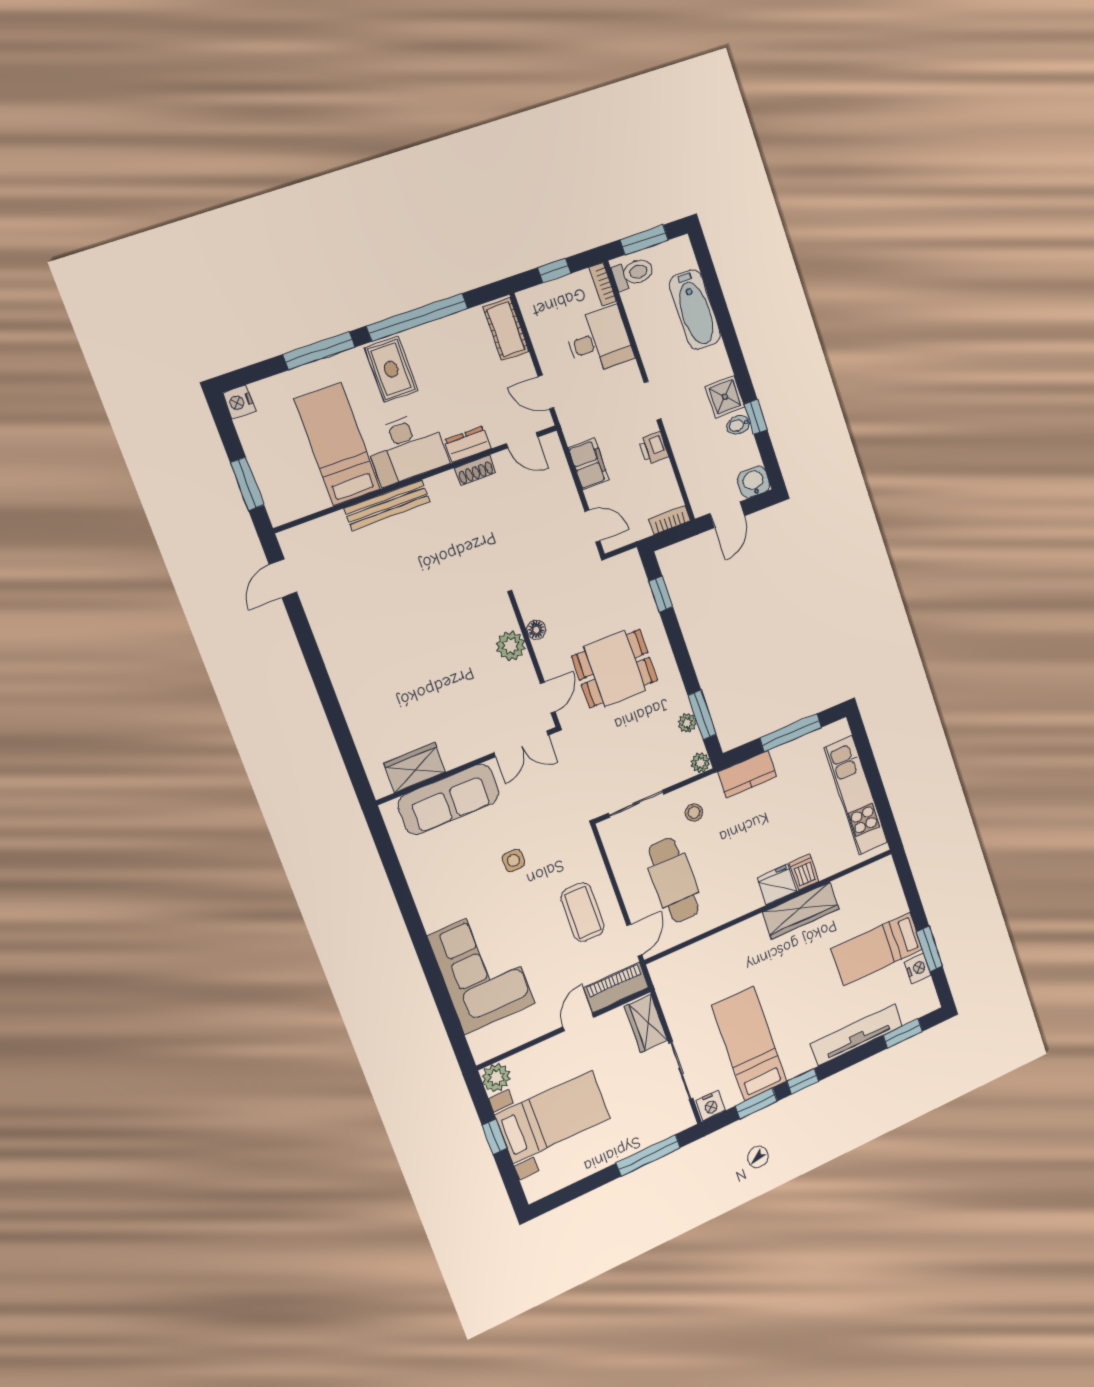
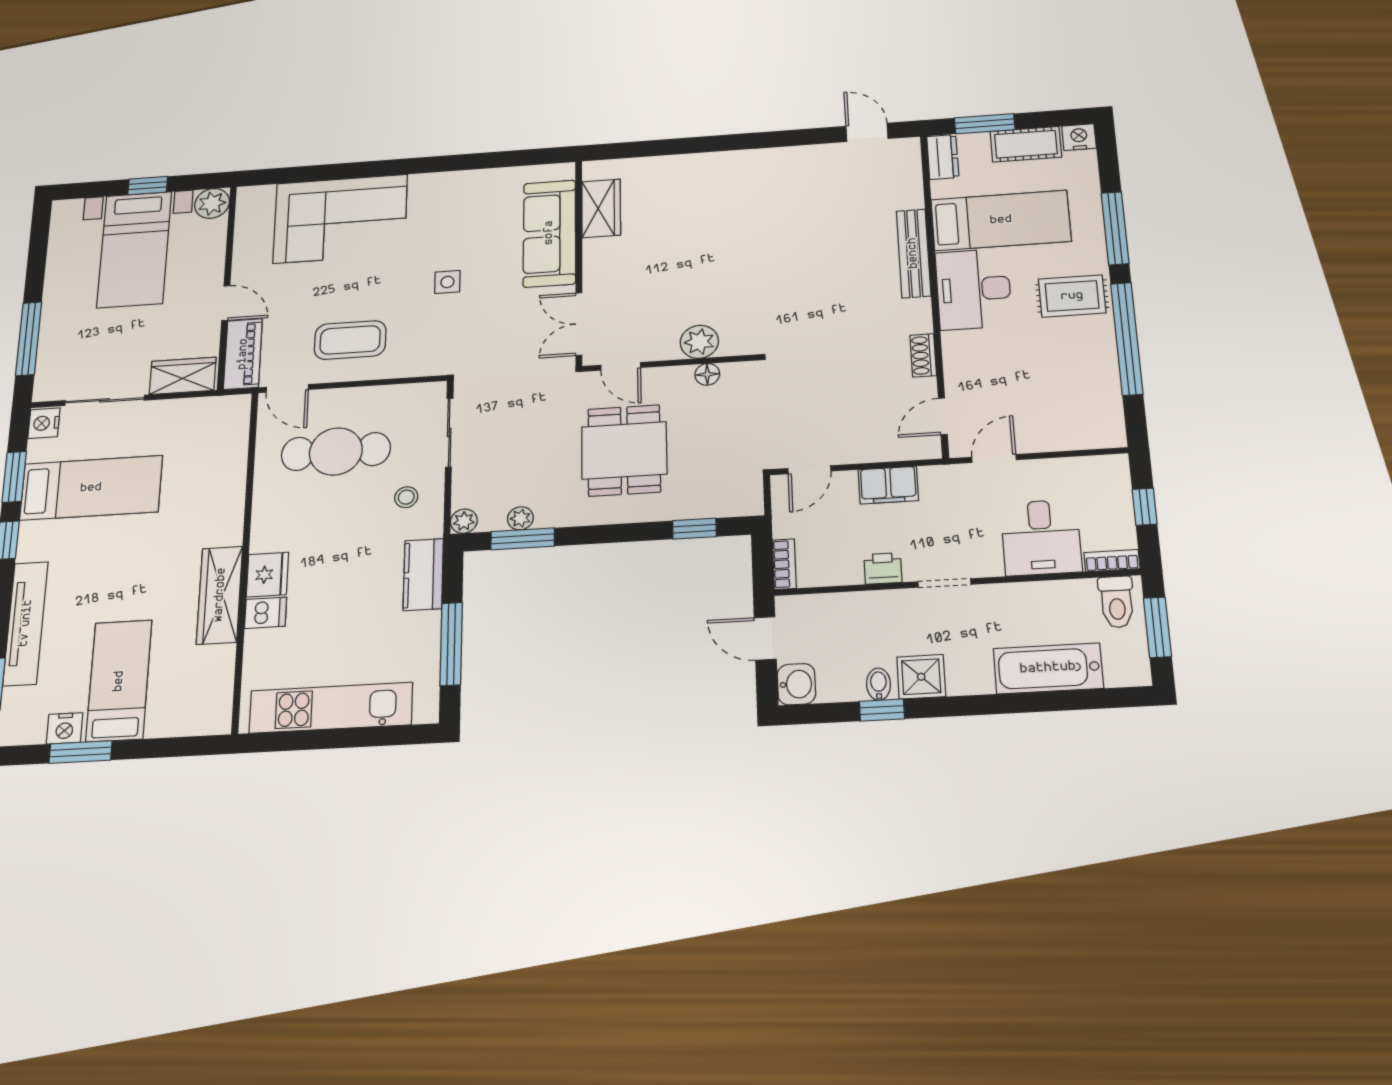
cot: (506, 329) -> (1026, 144), moved
dresser: (468, 444) -> (943, 157), moved

